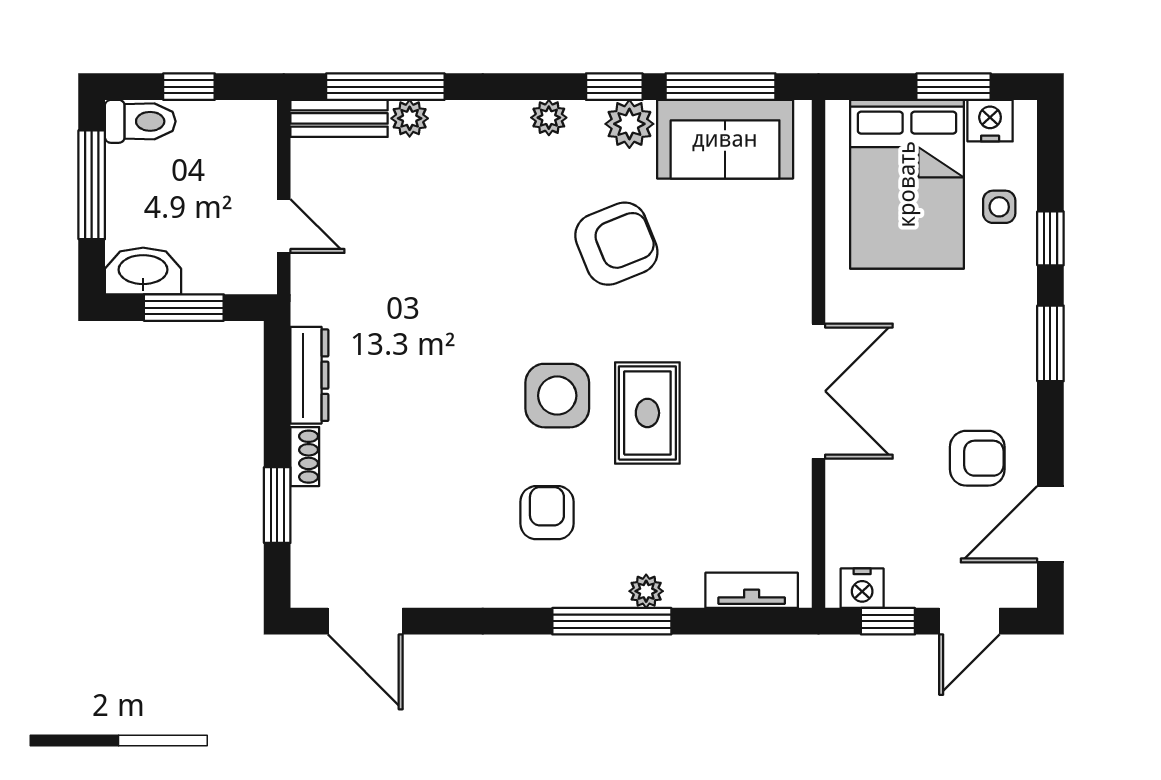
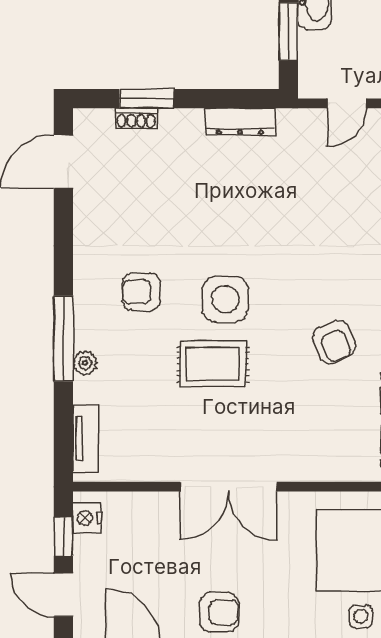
armchair: (616, 244) -> (334, 342), width x0.72, depth x0.72
shoe rack: (305, 457) -> (136, 118), moved
armchair: (977, 458) -> (219, 612), moved, turned -90
armchair: (547, 513) -> (141, 292), turned 180

